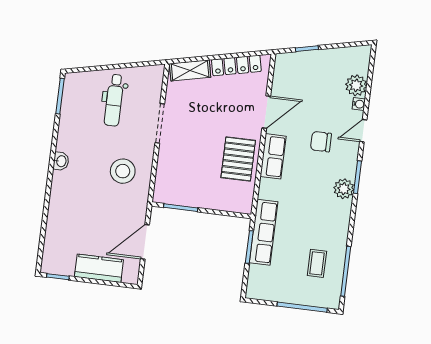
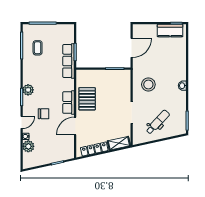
dental chair: (114, 100) -> (158, 122), turned 43
kitchen counter: (99, 268) -> (170, 31), moved

